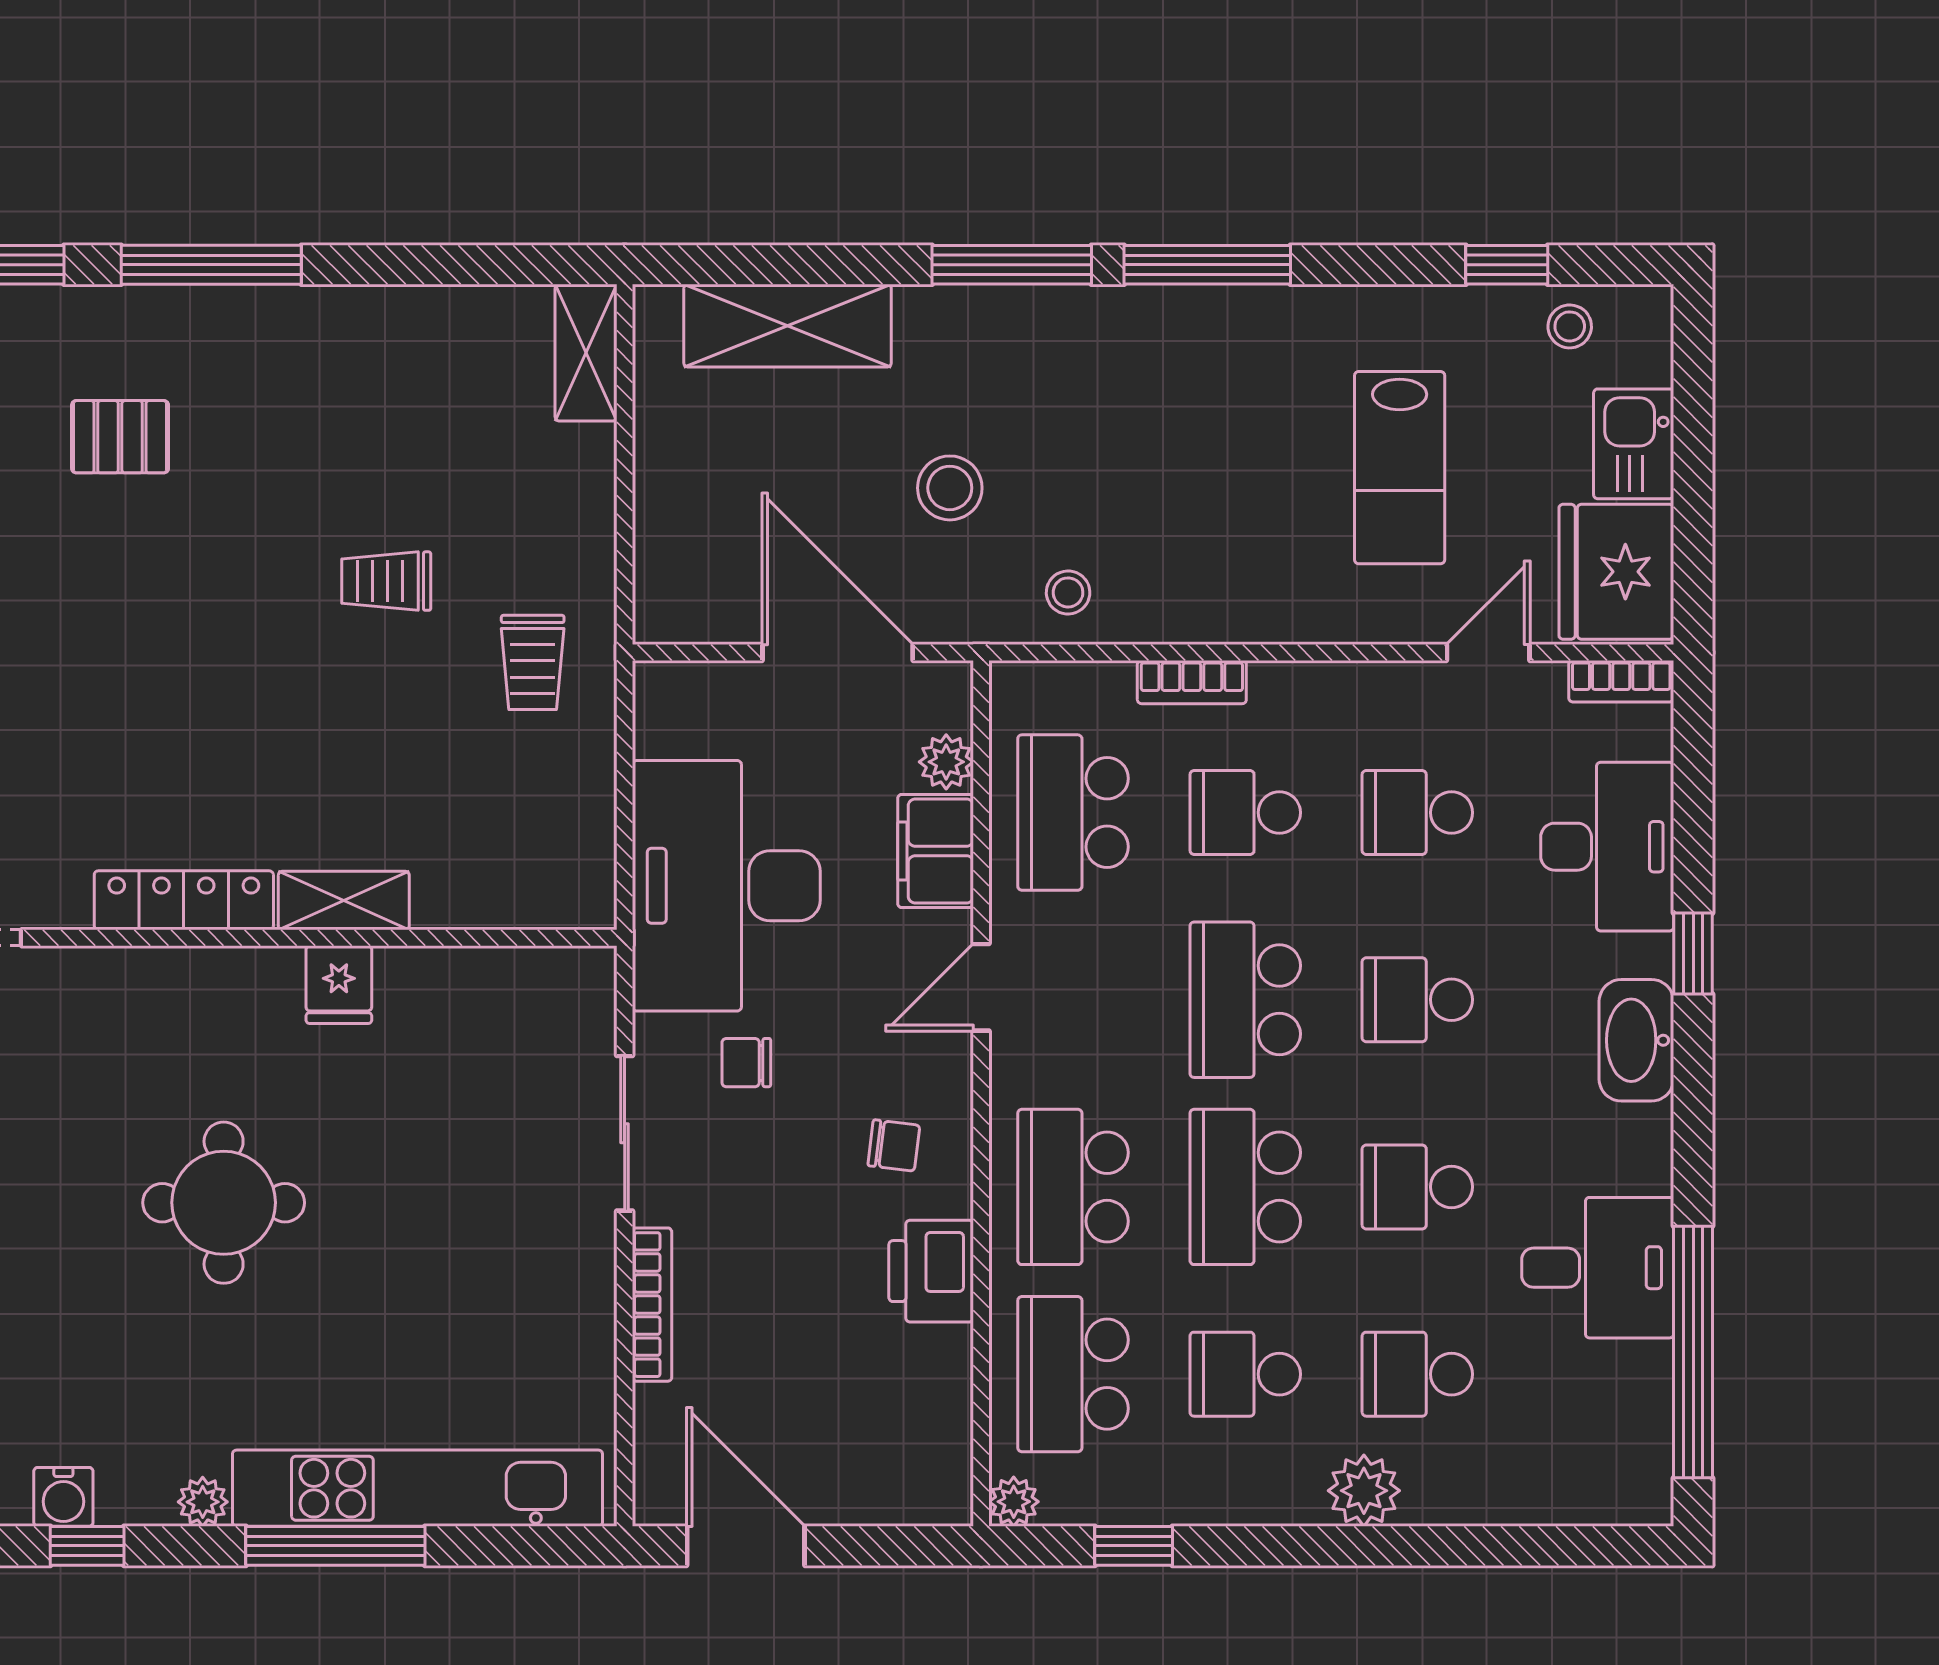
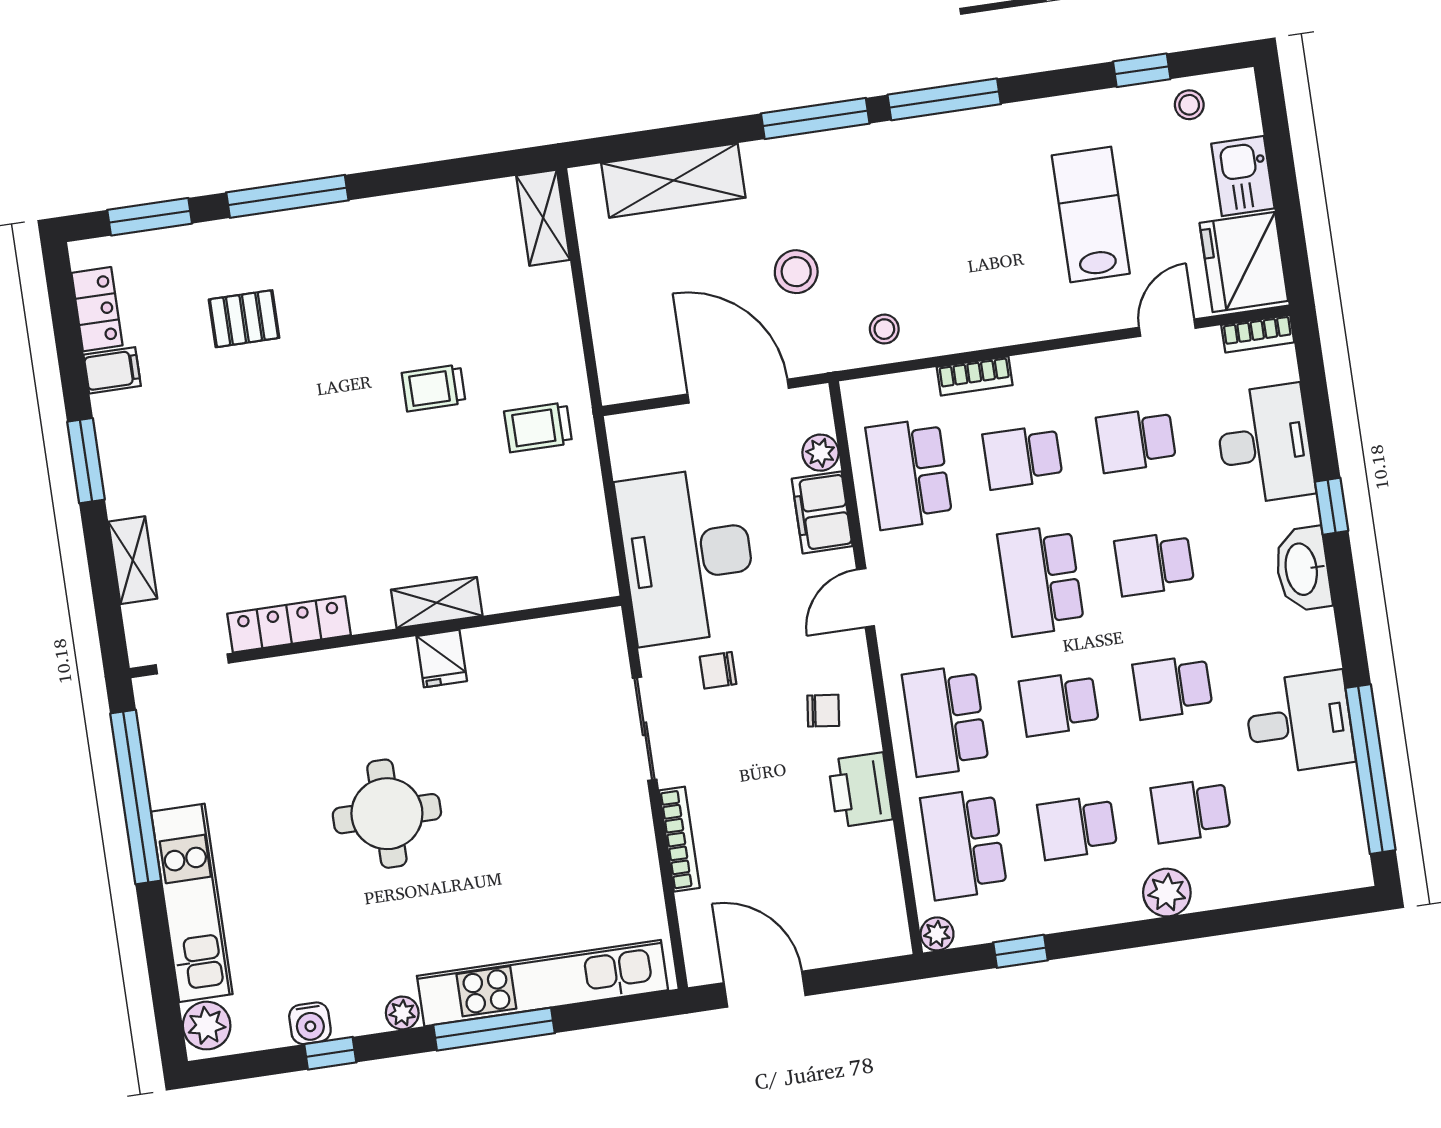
lab bench: (1400, 468) -> (1091, 214), turned 180
trolley: (533, 662) -> (538, 427), turned 90
locker: (184, 900) -> (289, 624), moved
school desk: (1245, 1187) -> (1059, 704), width x0.54

